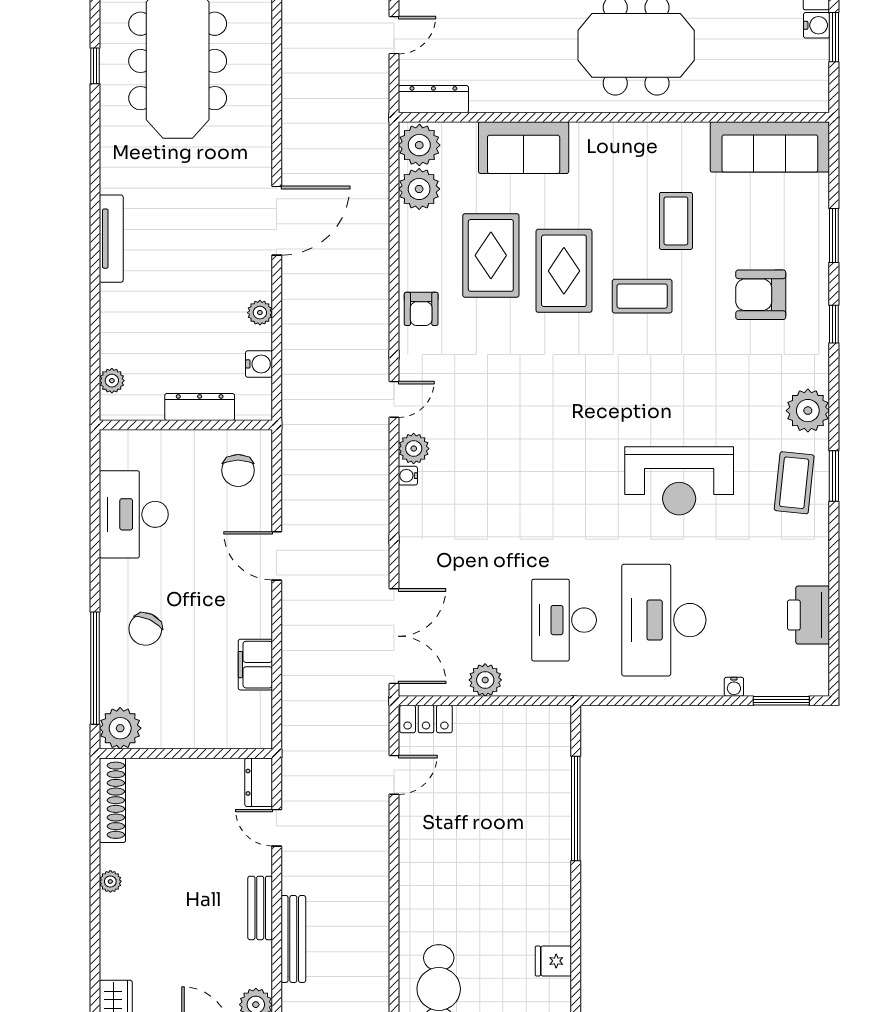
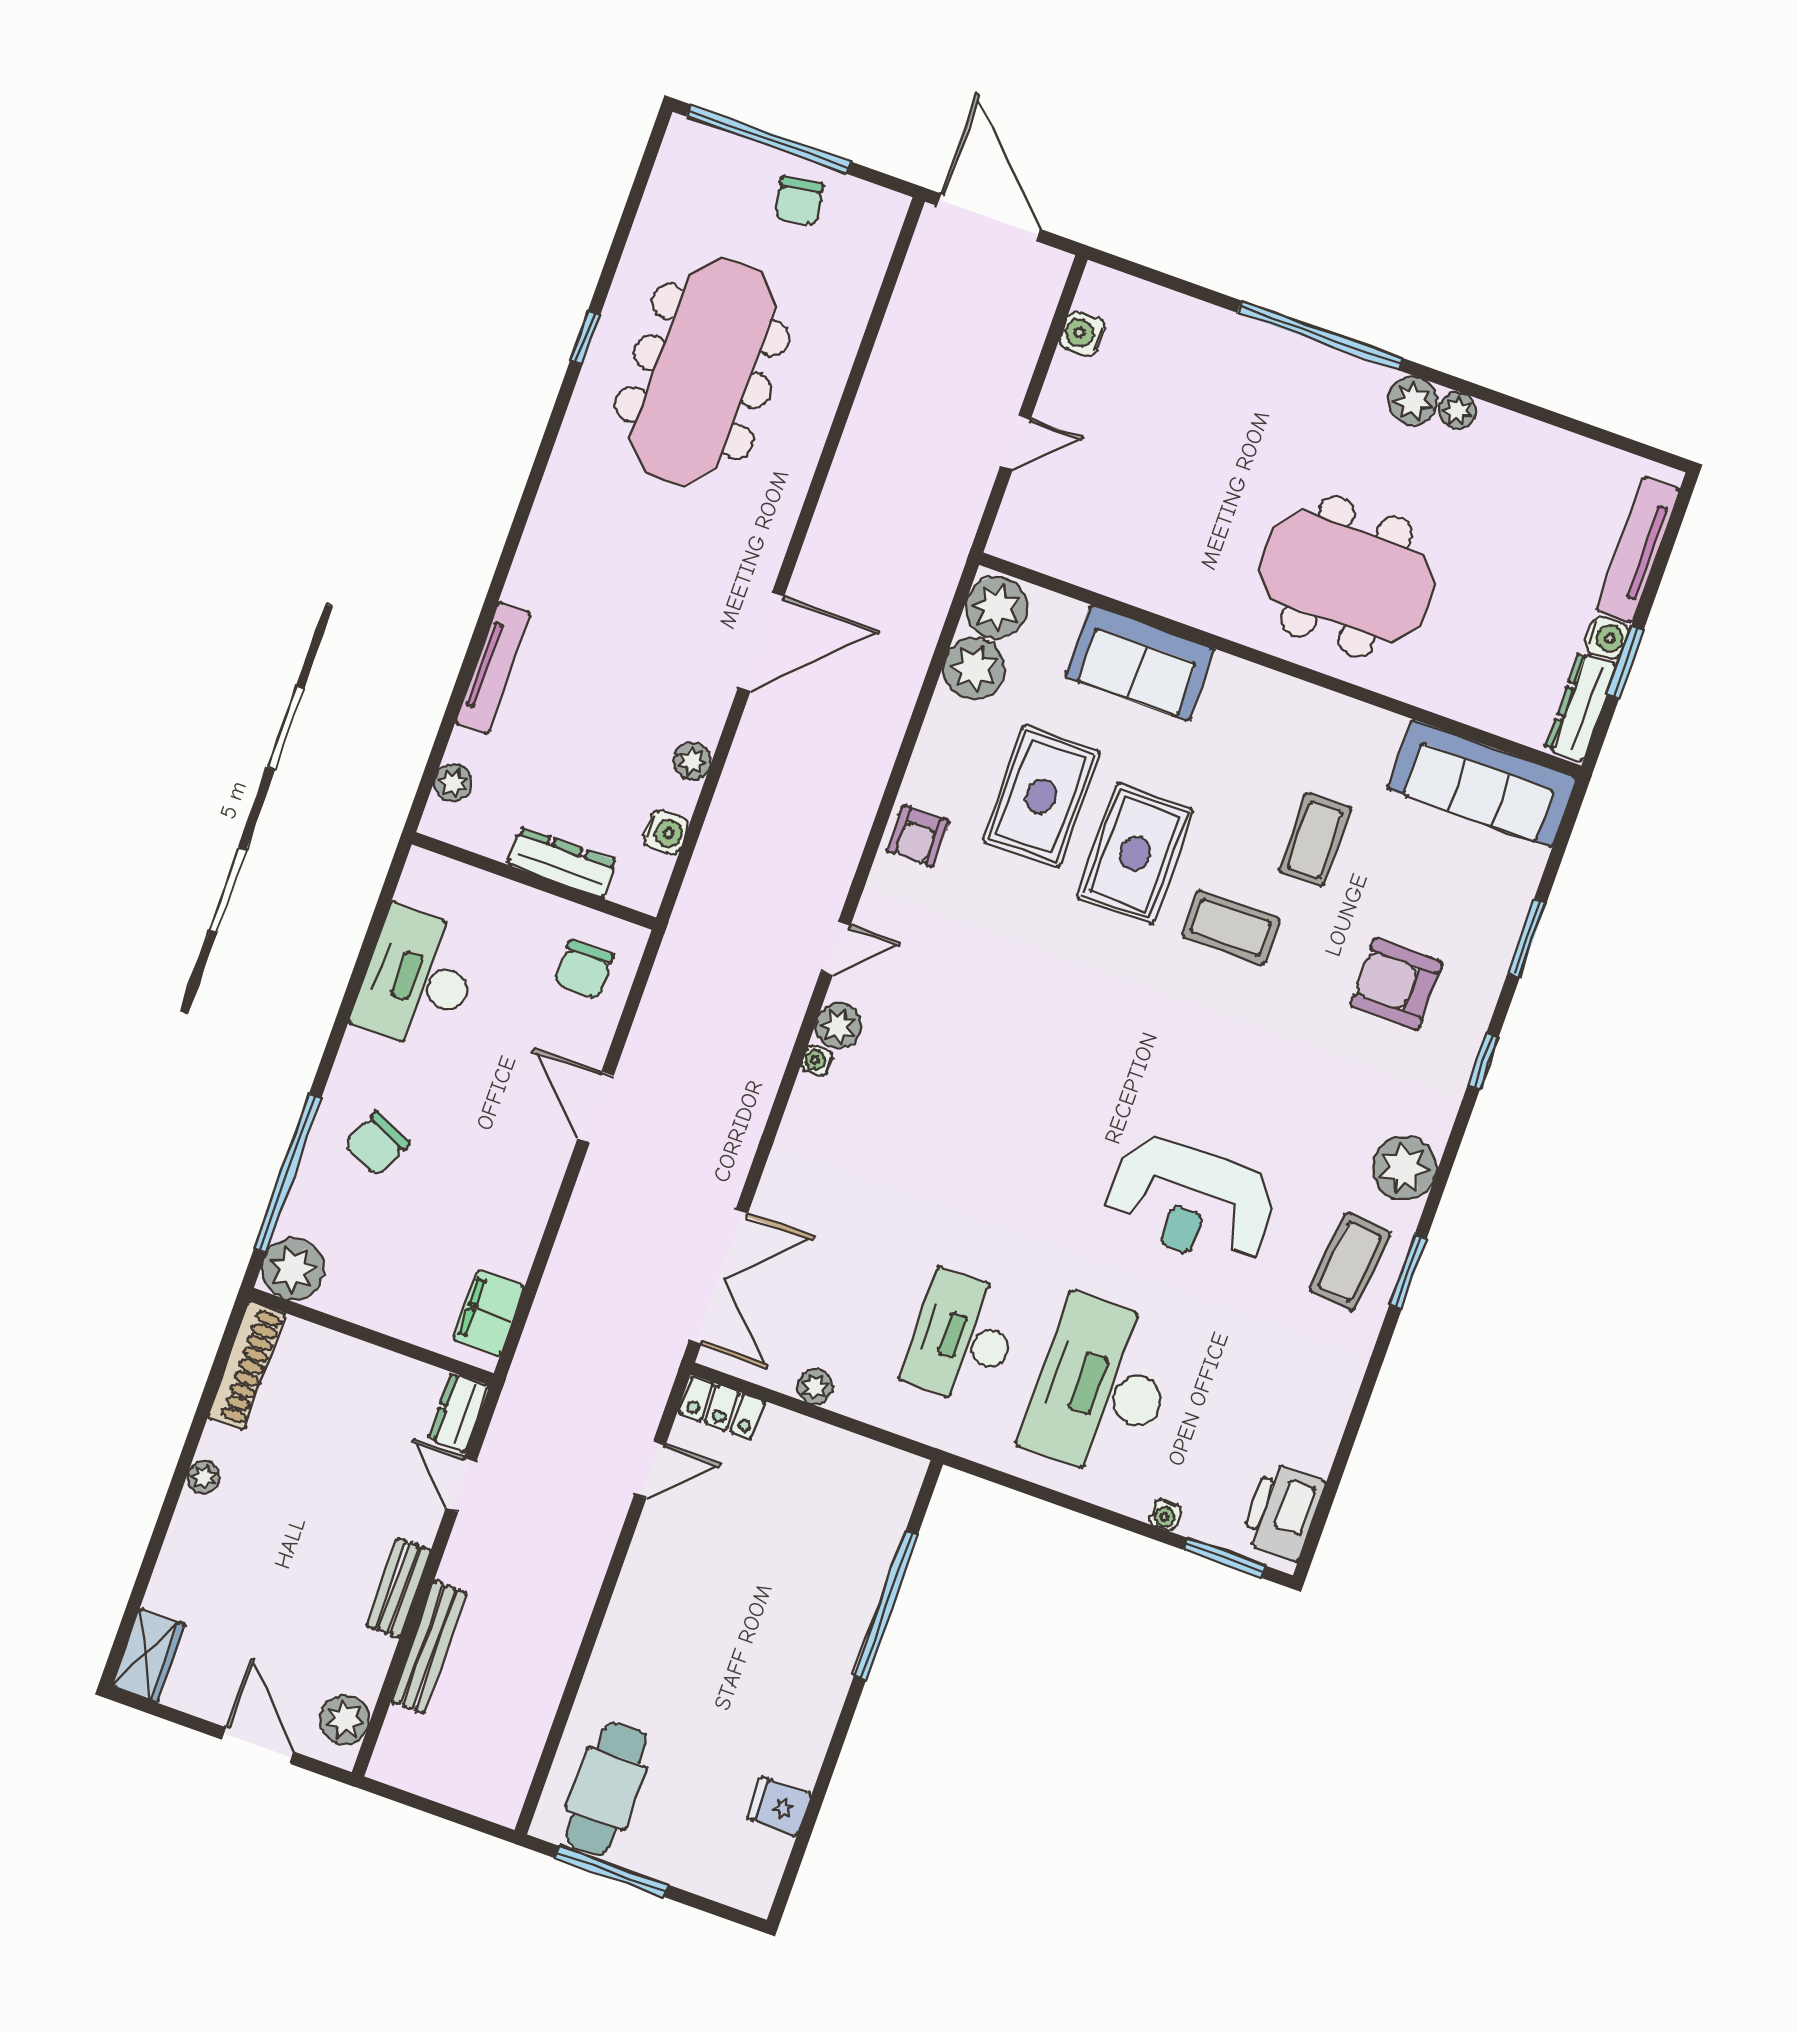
dresser: (433, 99) -> (1581, 707), moved, turned -90
tv unit: (111, 239) -> (493, 668), moved
printer: (809, 615) -> (1283, 1512), moved
filing cabinet: (255, 665) -> (489, 1313), moved
plant: (485, 680) -> (815, 1387), width x0.73, depth x0.73

